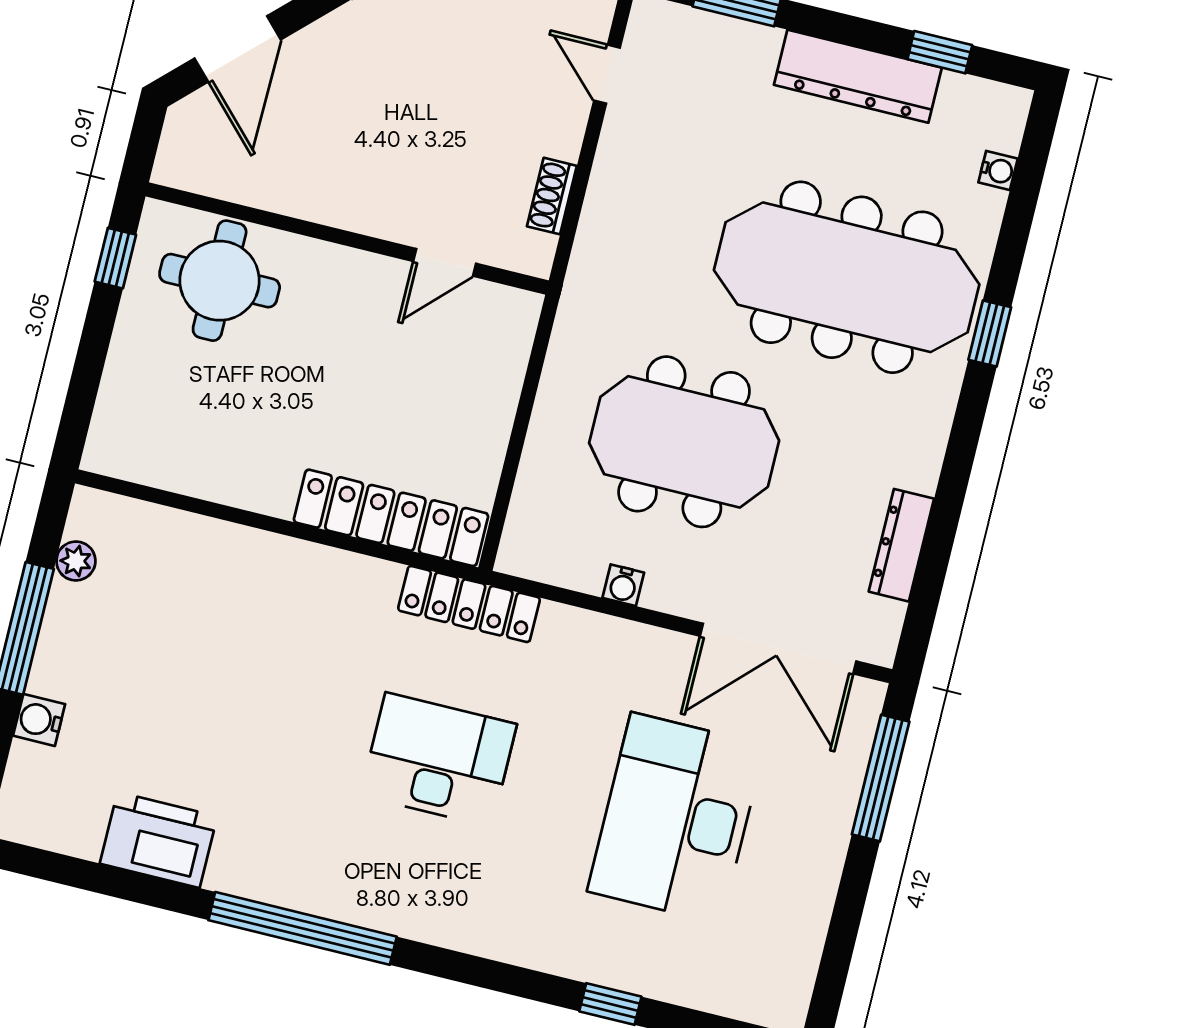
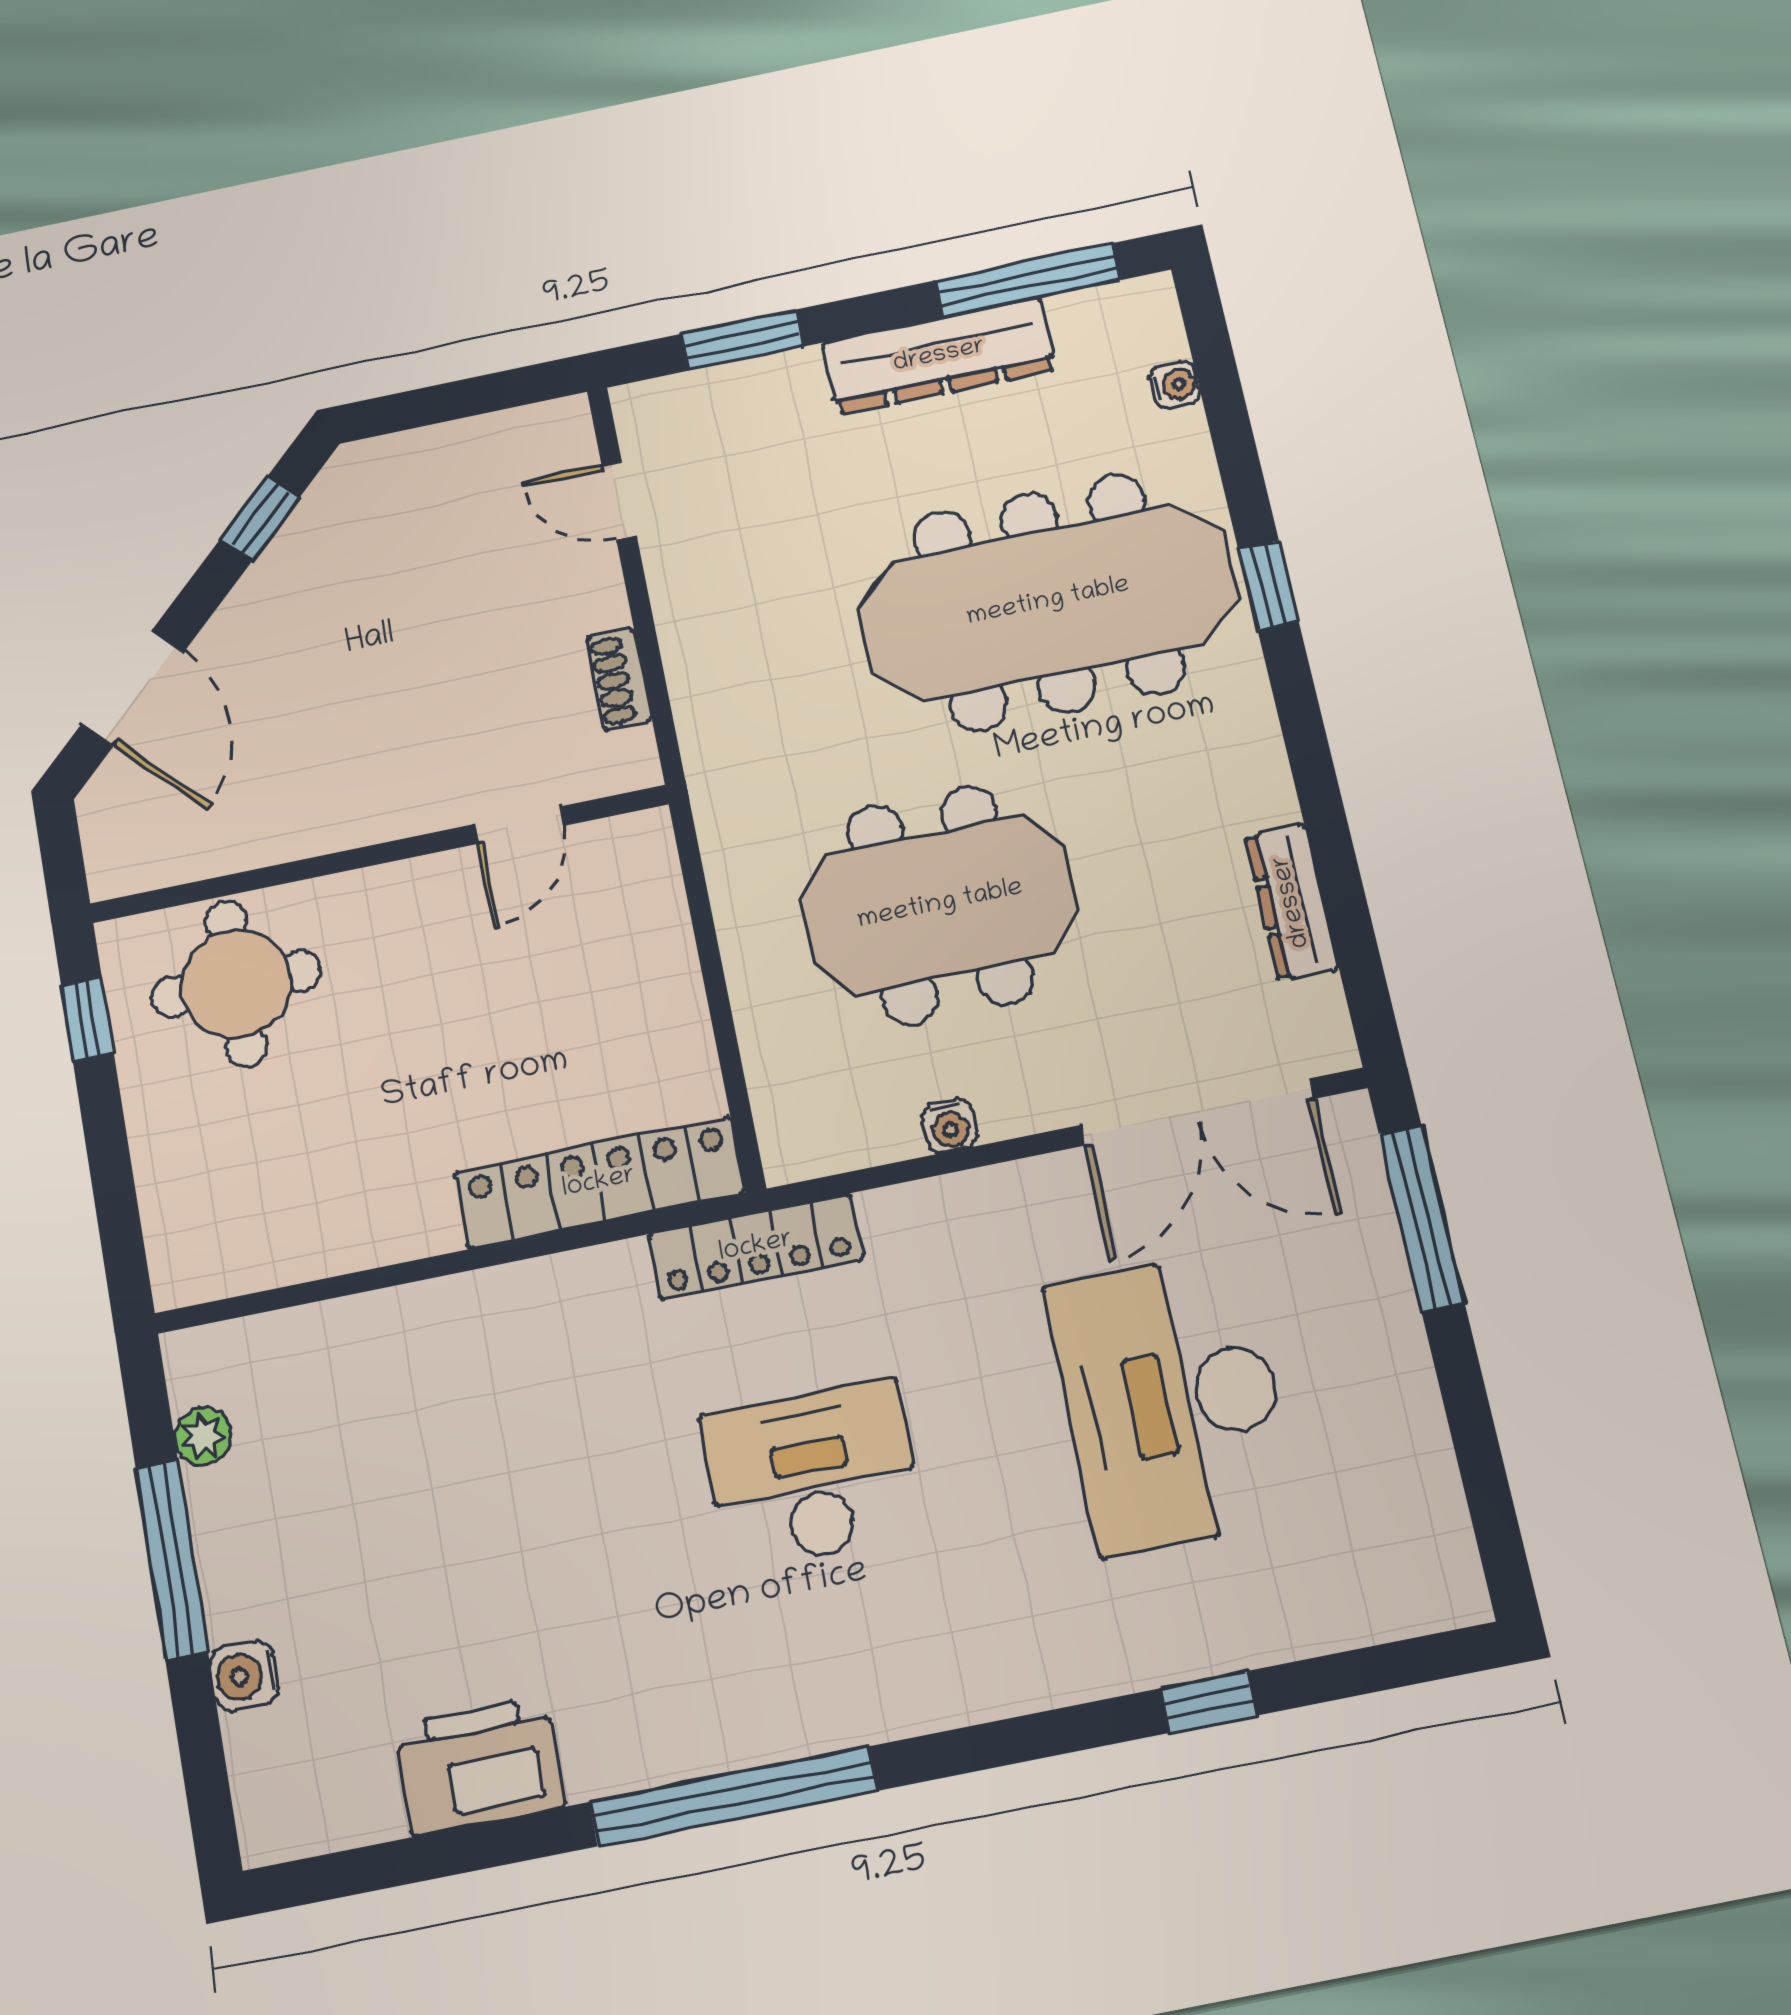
window: (940, 52) -> (1028, 280), width x2.17

